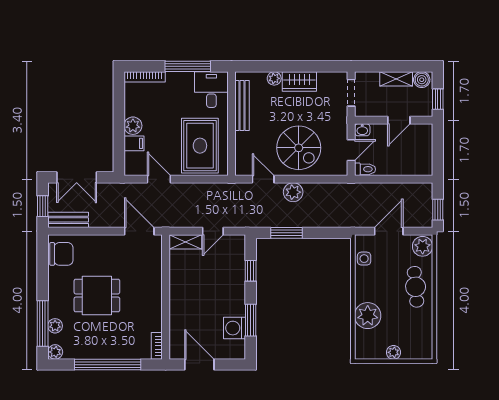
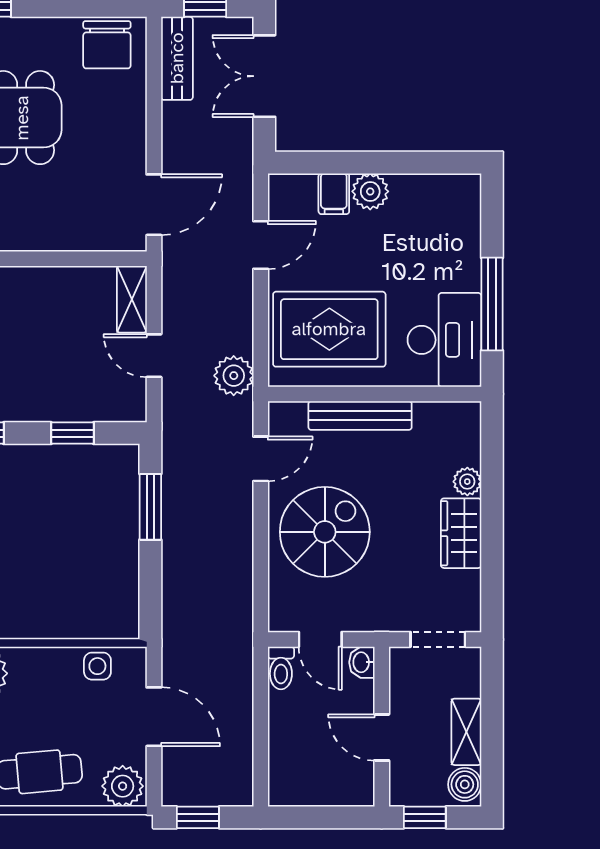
bookcase: (145, 77) -> (470, 215), removed
desk: (211, 90) -> (444, 340), width x1.37
bench: (242, 105) -> (360, 416), moved
spiral stairs: (299, 148) -> (325, 532), turned 180
plant: (293, 192) -> (234, 376), moved

